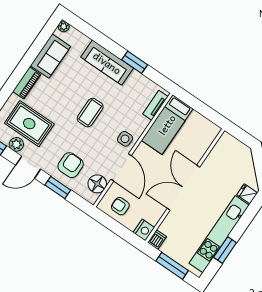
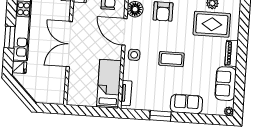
sofa: (107, 63) -> (186, 104), width x0.73
coffee table: (90, 113) -> (171, 59), turned 90
double door: (183, 188) -> (69, 44), swing flipped
window: (225, 250) -> (10, 37), moved

